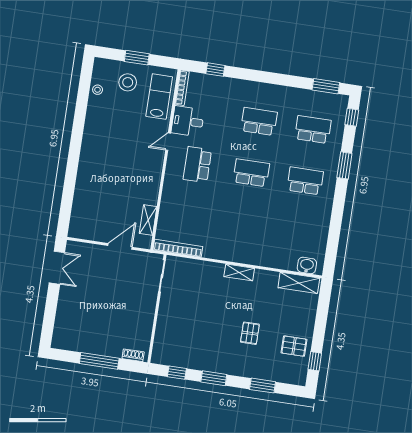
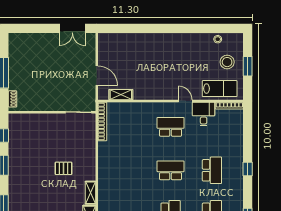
window: (215, 70) -> (248, 169), moved
school desk: (251, 173) -> (171, 170), turned -90
shelving: (239, 272) -> (90, 193), moved
pallet: (250, 333) -> (64, 168), moved

